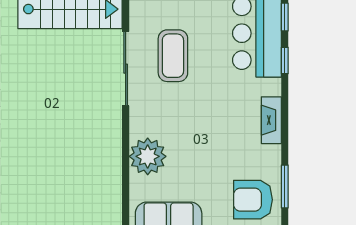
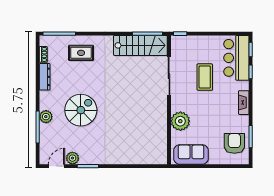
coffee table: (173, 56) -> (205, 77), moved
armchair: (253, 200) -> (234, 143), turned 90

